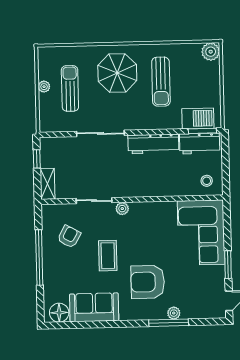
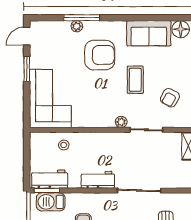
workbench: (153, 144) -> (98, 180), width x0.73
stool: (207, 181) -> (64, 145), moved

